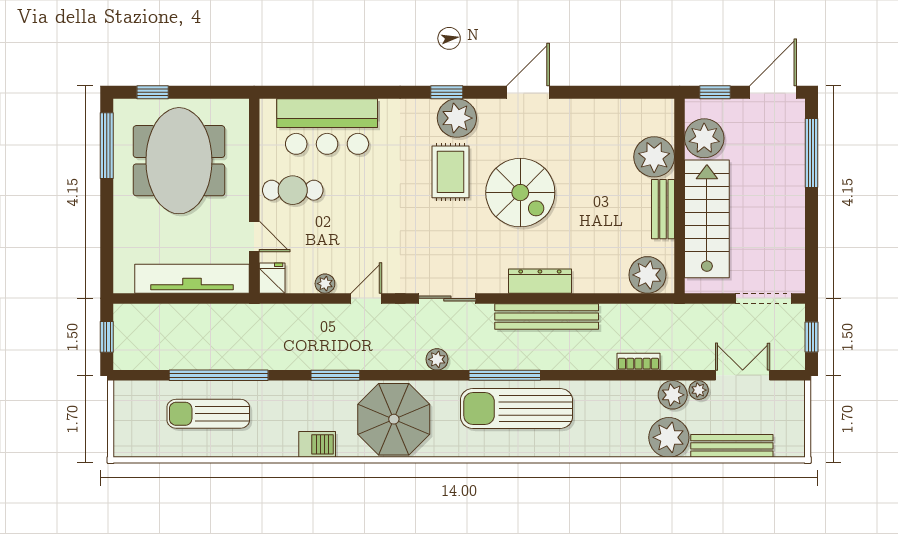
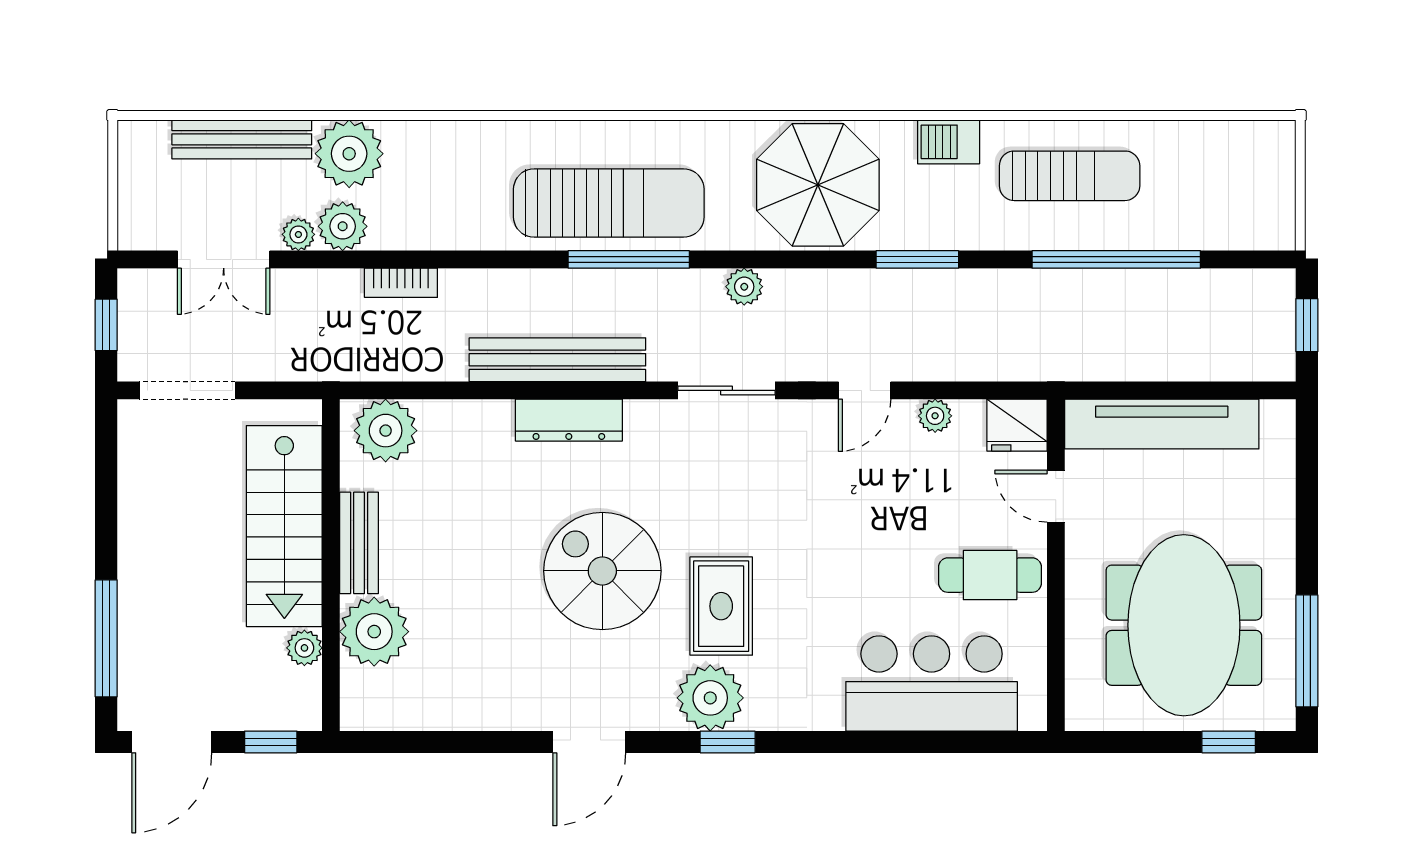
plant: (704, 138) -> (304, 648), width x0.53, depth x0.53
fridge: (272, 278) -> (1017, 425), width x1.38
sun lounger: (208, 414) -> (1070, 176), moved

